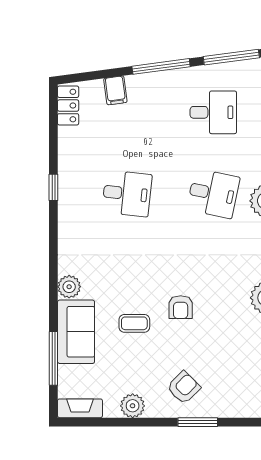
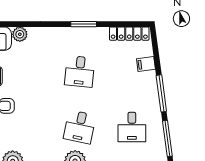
locker: (68, 106) -> (129, 34), width x1.53
window: (53, 187) -> (84, 24), width x1.50

